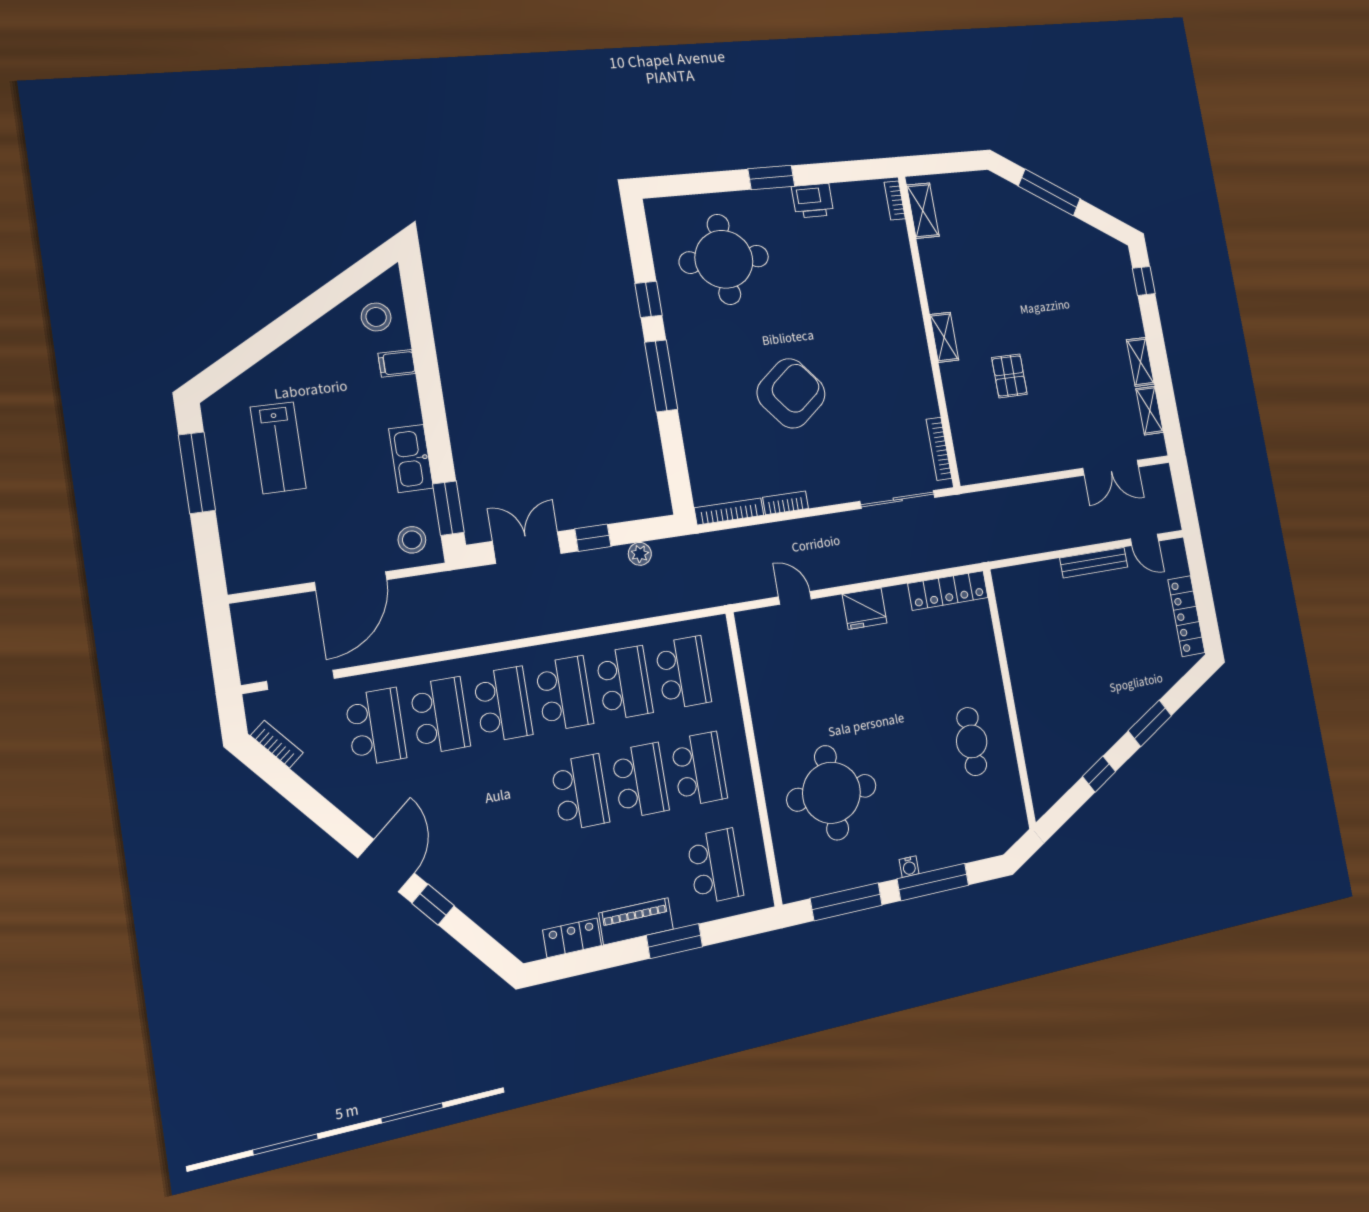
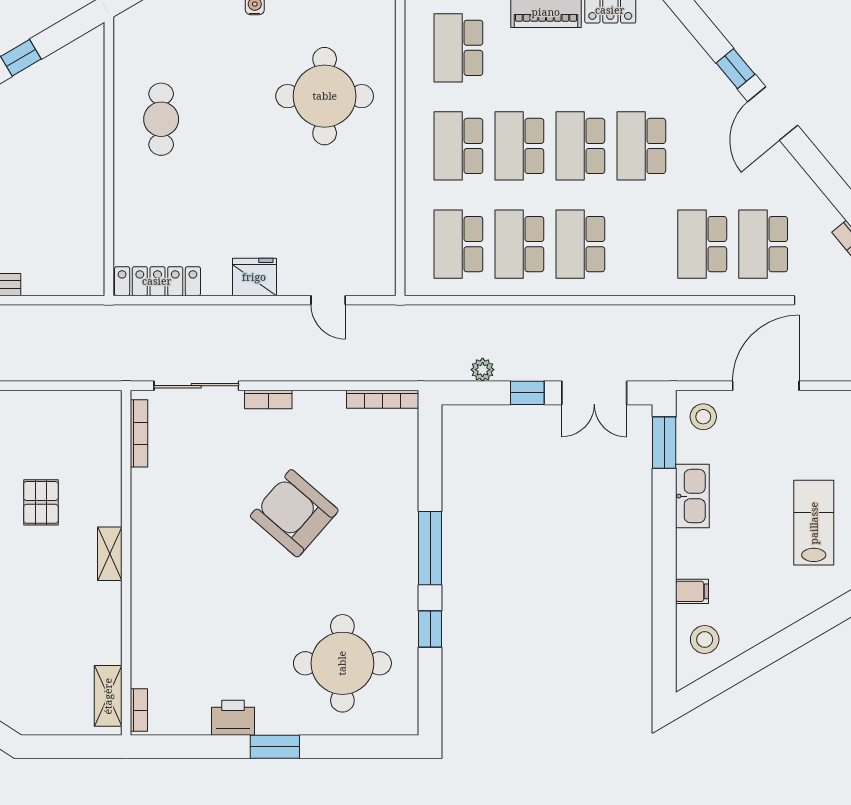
armchair: (791, 393) -> (294, 513), turned 80
bookcase: (786, 503) -> (268, 399), moved
school desk: (503, 704) -> (641, 146), moved

